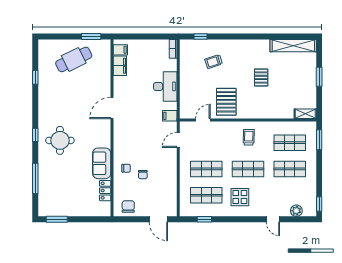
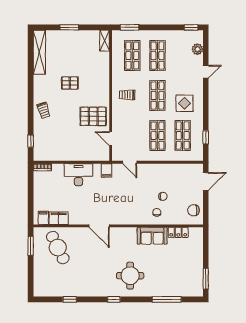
cafe table: (74, 59) -> (58, 248), moved
trolley: (214, 62) -> (44, 110), moved
window: (35, 135) -> (114, 299), moved

